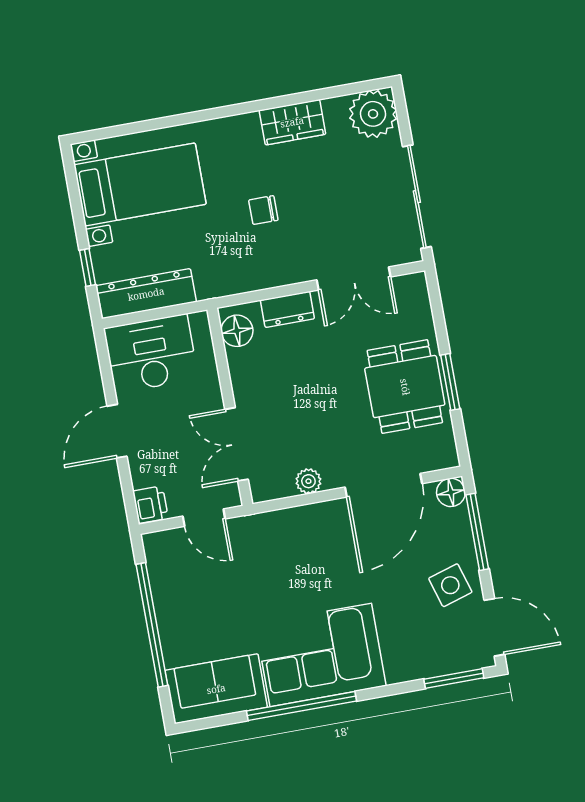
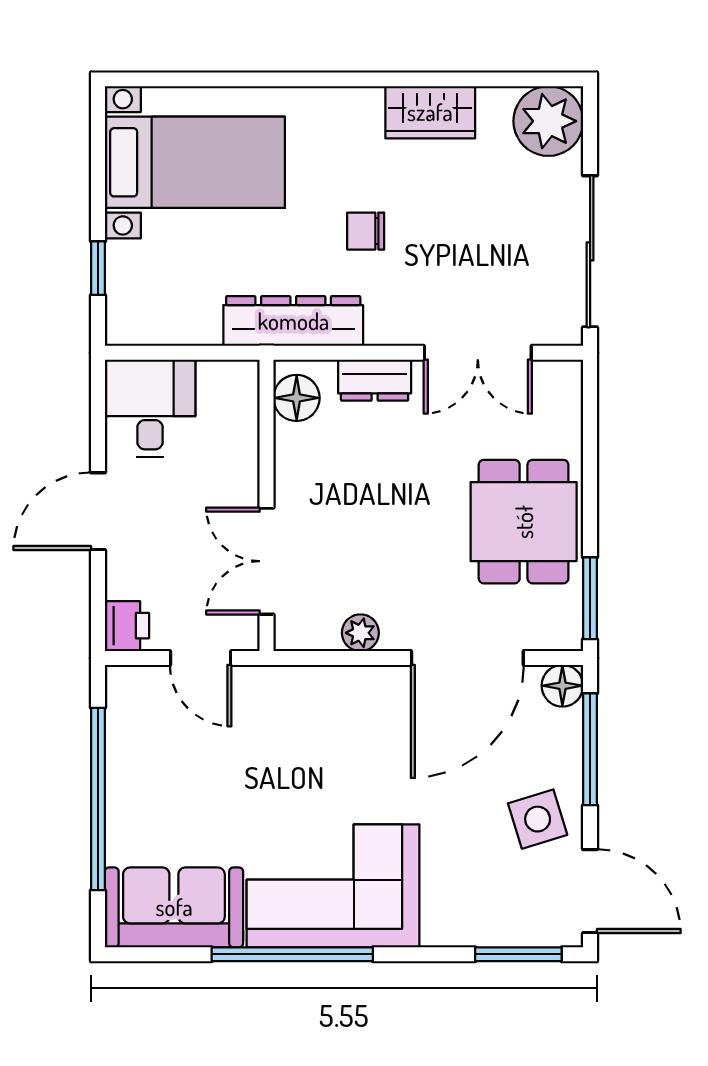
dresser: (146, 294) -> (293, 321), moved
desk: (151, 354) -> (150, 408), width x0.73
window: (450, 382) -> (590, 598), moved

